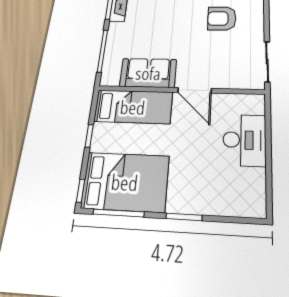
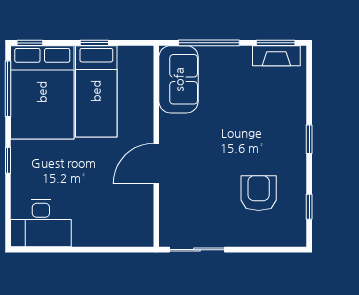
sofa: (148, 73) -> (179, 79), moved
bed: (133, 107) -> (96, 91), moved
desk: (244, 140) -> (41, 223), moved
window: (184, 217) -> (8, 160), width x0.67

